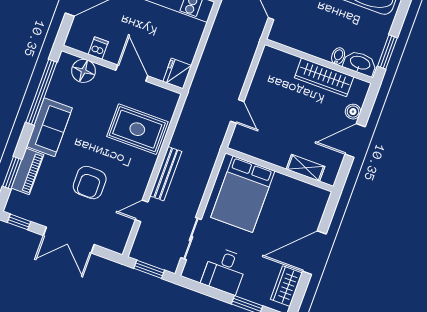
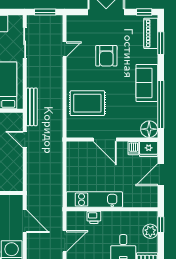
floor lamp: (84, 71) -> (149, 129), moved
fridge: (177, 74) -> (149, 149), moved, turned 90
piano: (27, 171) -> (151, 33), moved
bench: (166, 174) -> (32, 107), moved
armchair: (90, 183) -> (106, 56), turned 180

